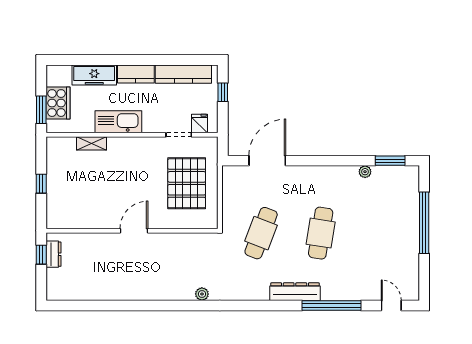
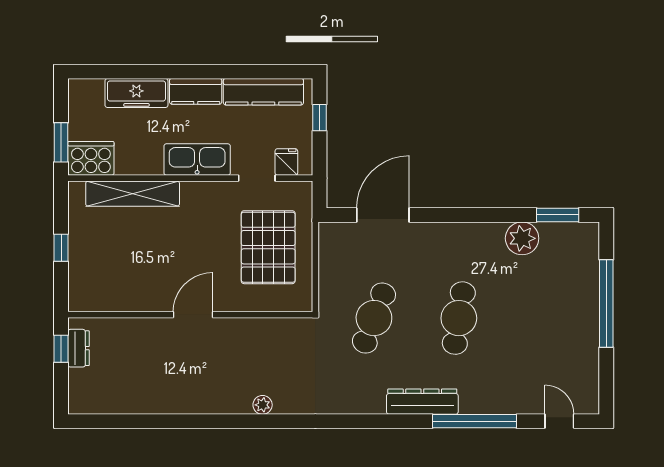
cooker: (58, 103) -> (91, 158), moved, turned -90
kitchen sink: (118, 122) -> (197, 160), moved
shelving: (91, 143) -> (133, 194), width x2.20, depth x1.33
plant: (365, 172) -> (522, 238), width x1.88, depth x1.88
plant: (202, 294) -> (263, 405), moved

